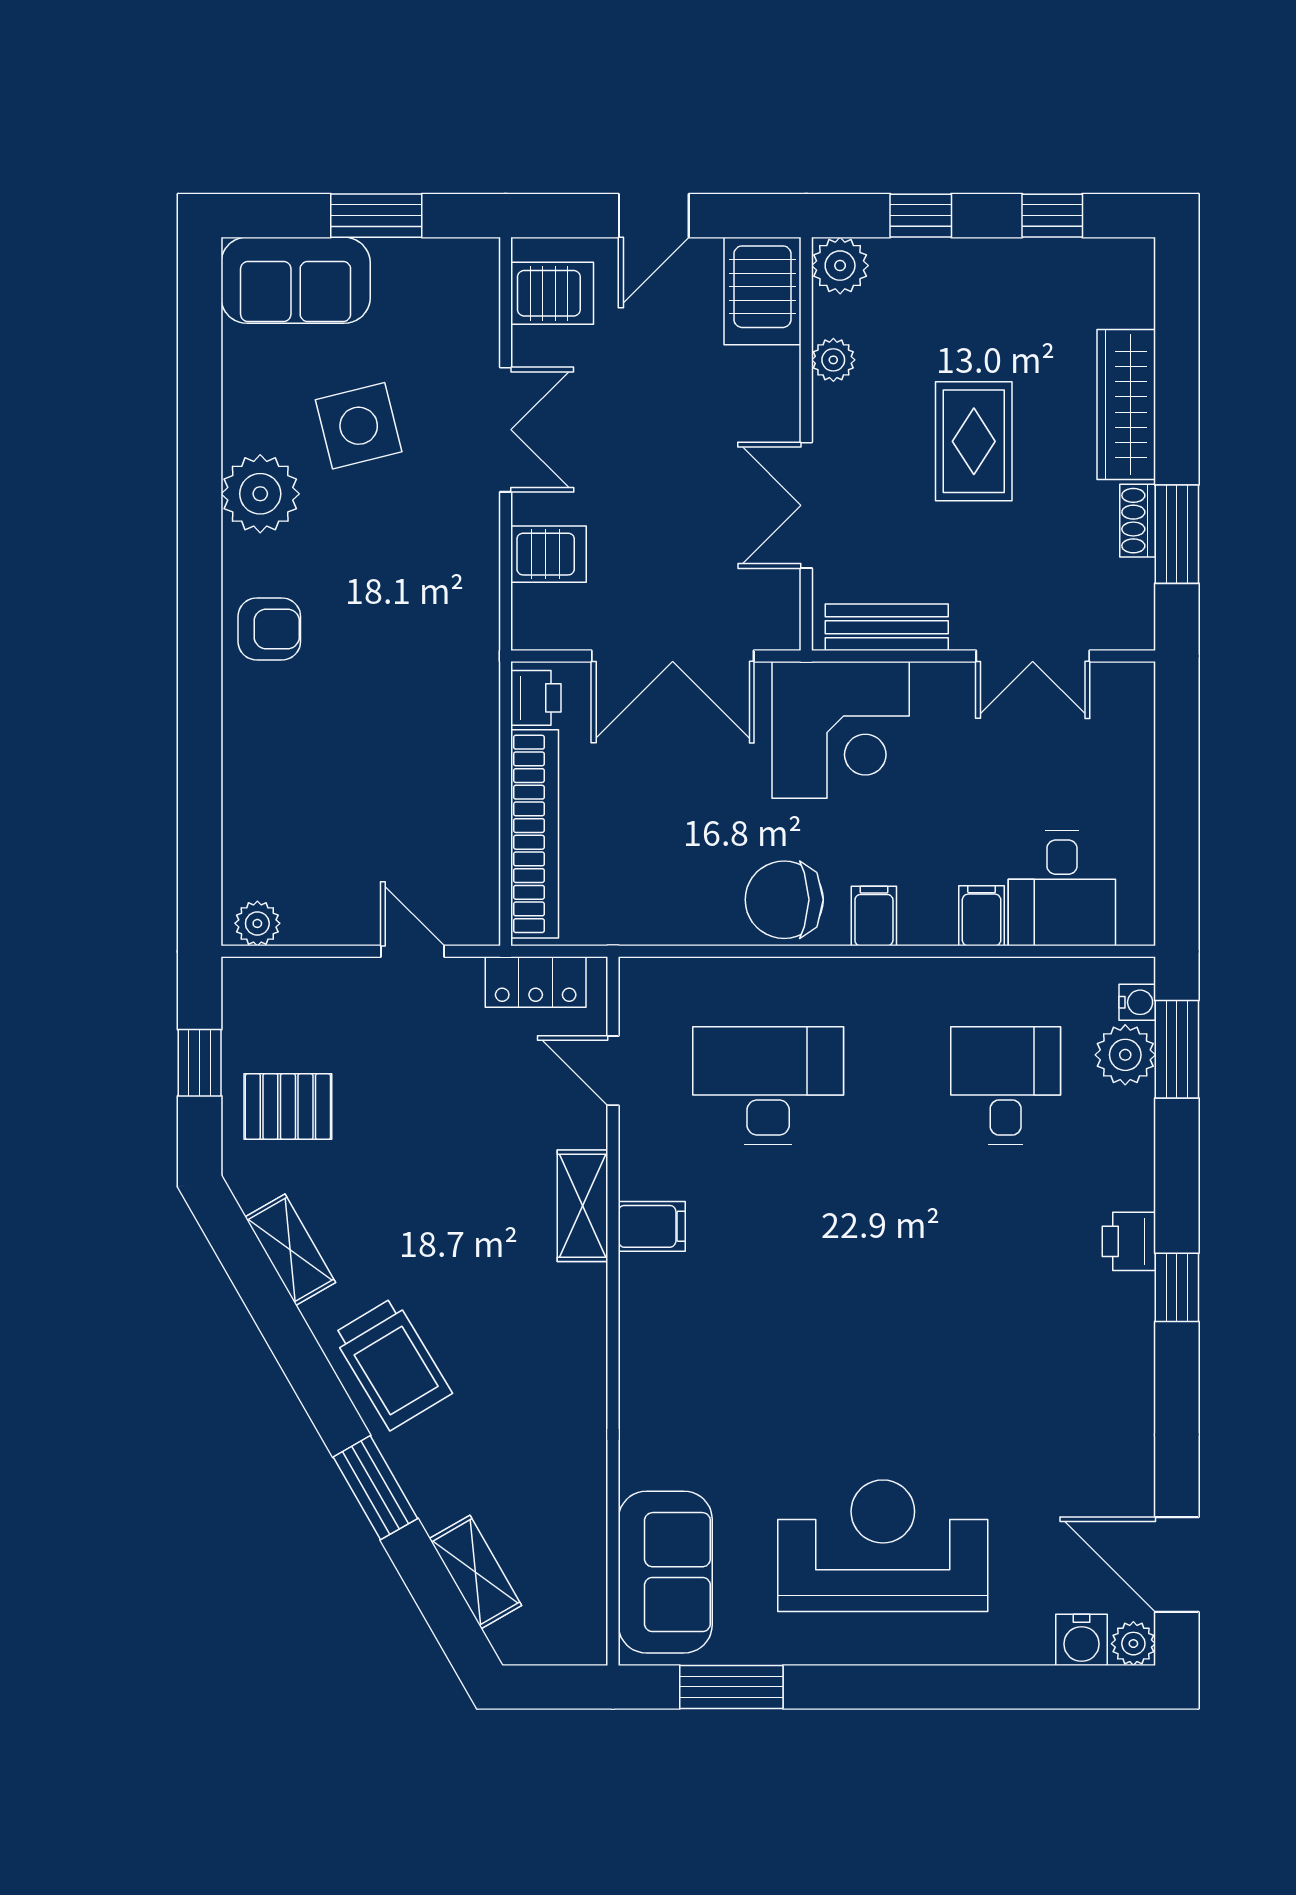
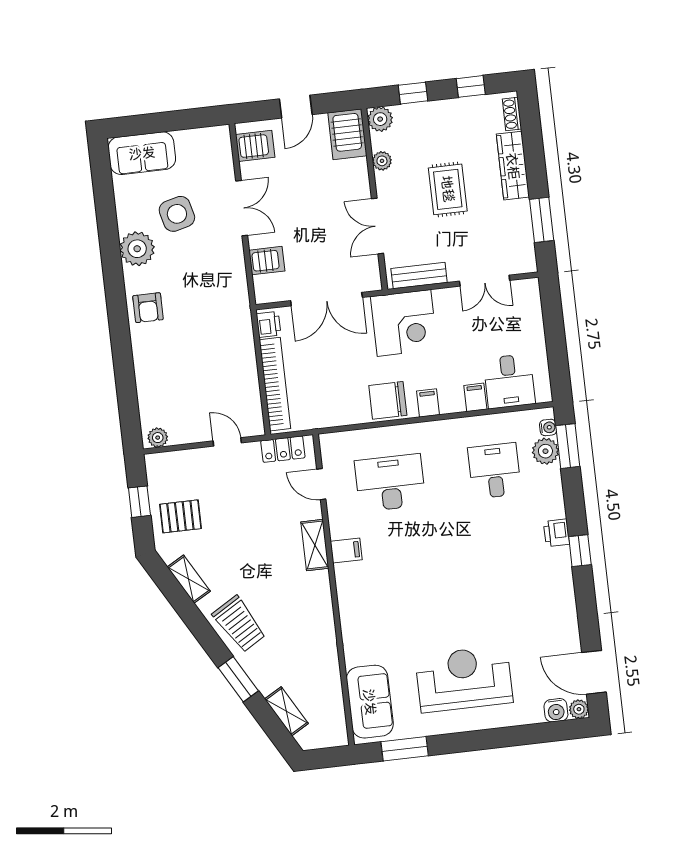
window: (376, 216) -> (174, 121), removed
shoe rack: (1138, 521) -> (512, 114), moved
armchair: (269, 629) -> (148, 308), turned 90

